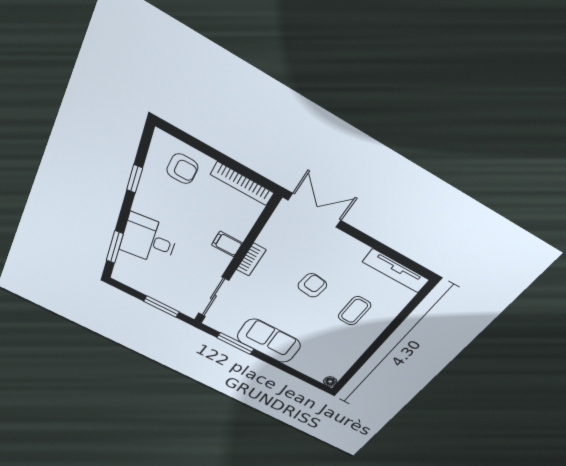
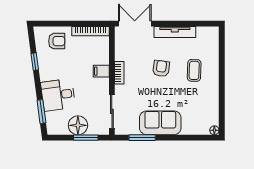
tv unit: (396, 271) -> (175, 32), moved
floor lamp: (158, 289) -> (78, 125), added

